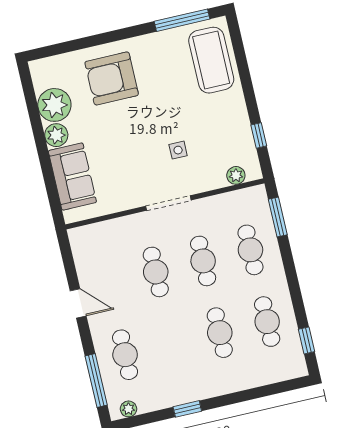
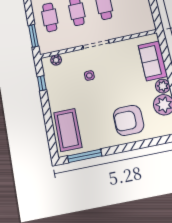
armchair: (112, 78) -> (129, 120), turned 180

